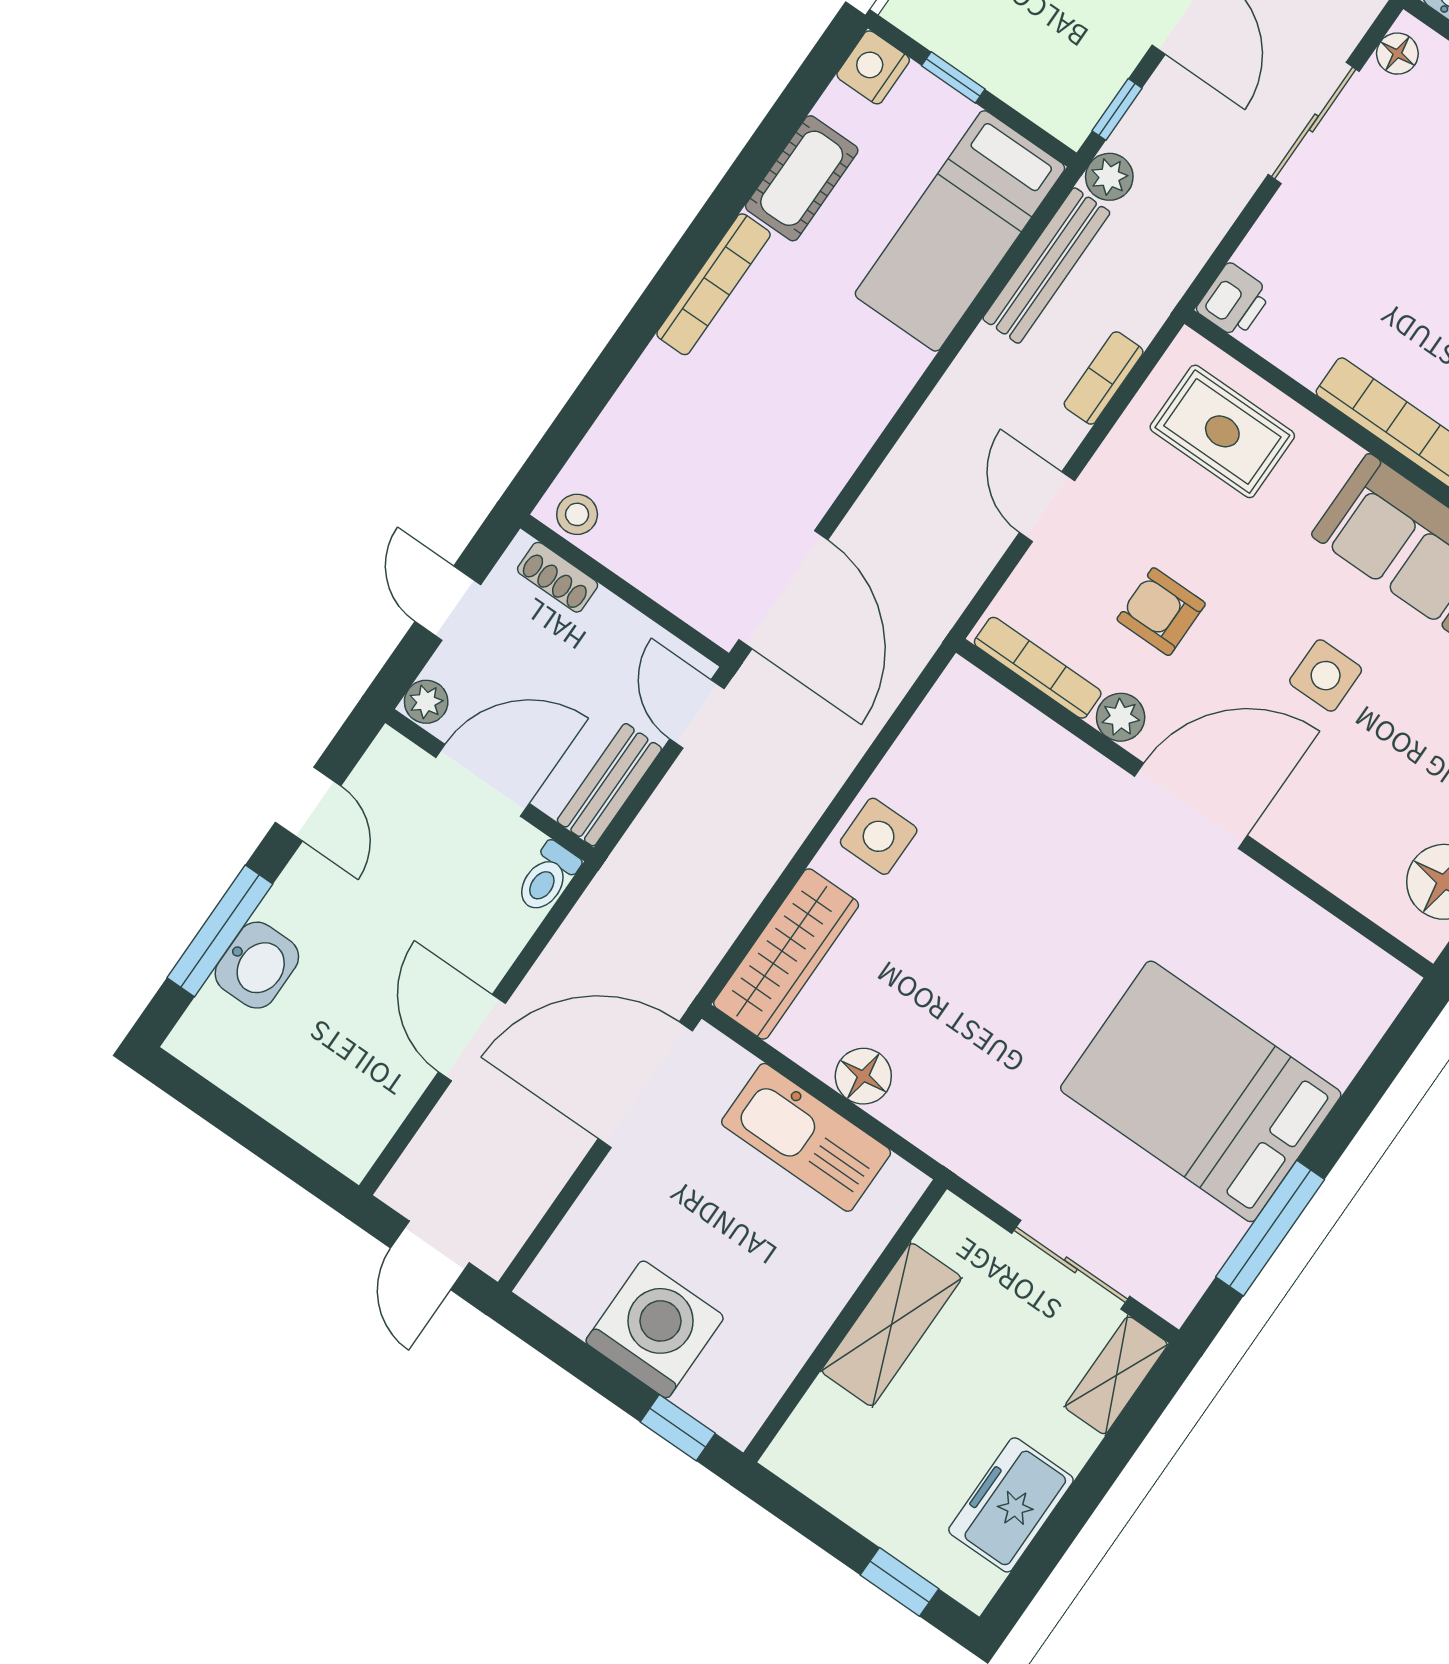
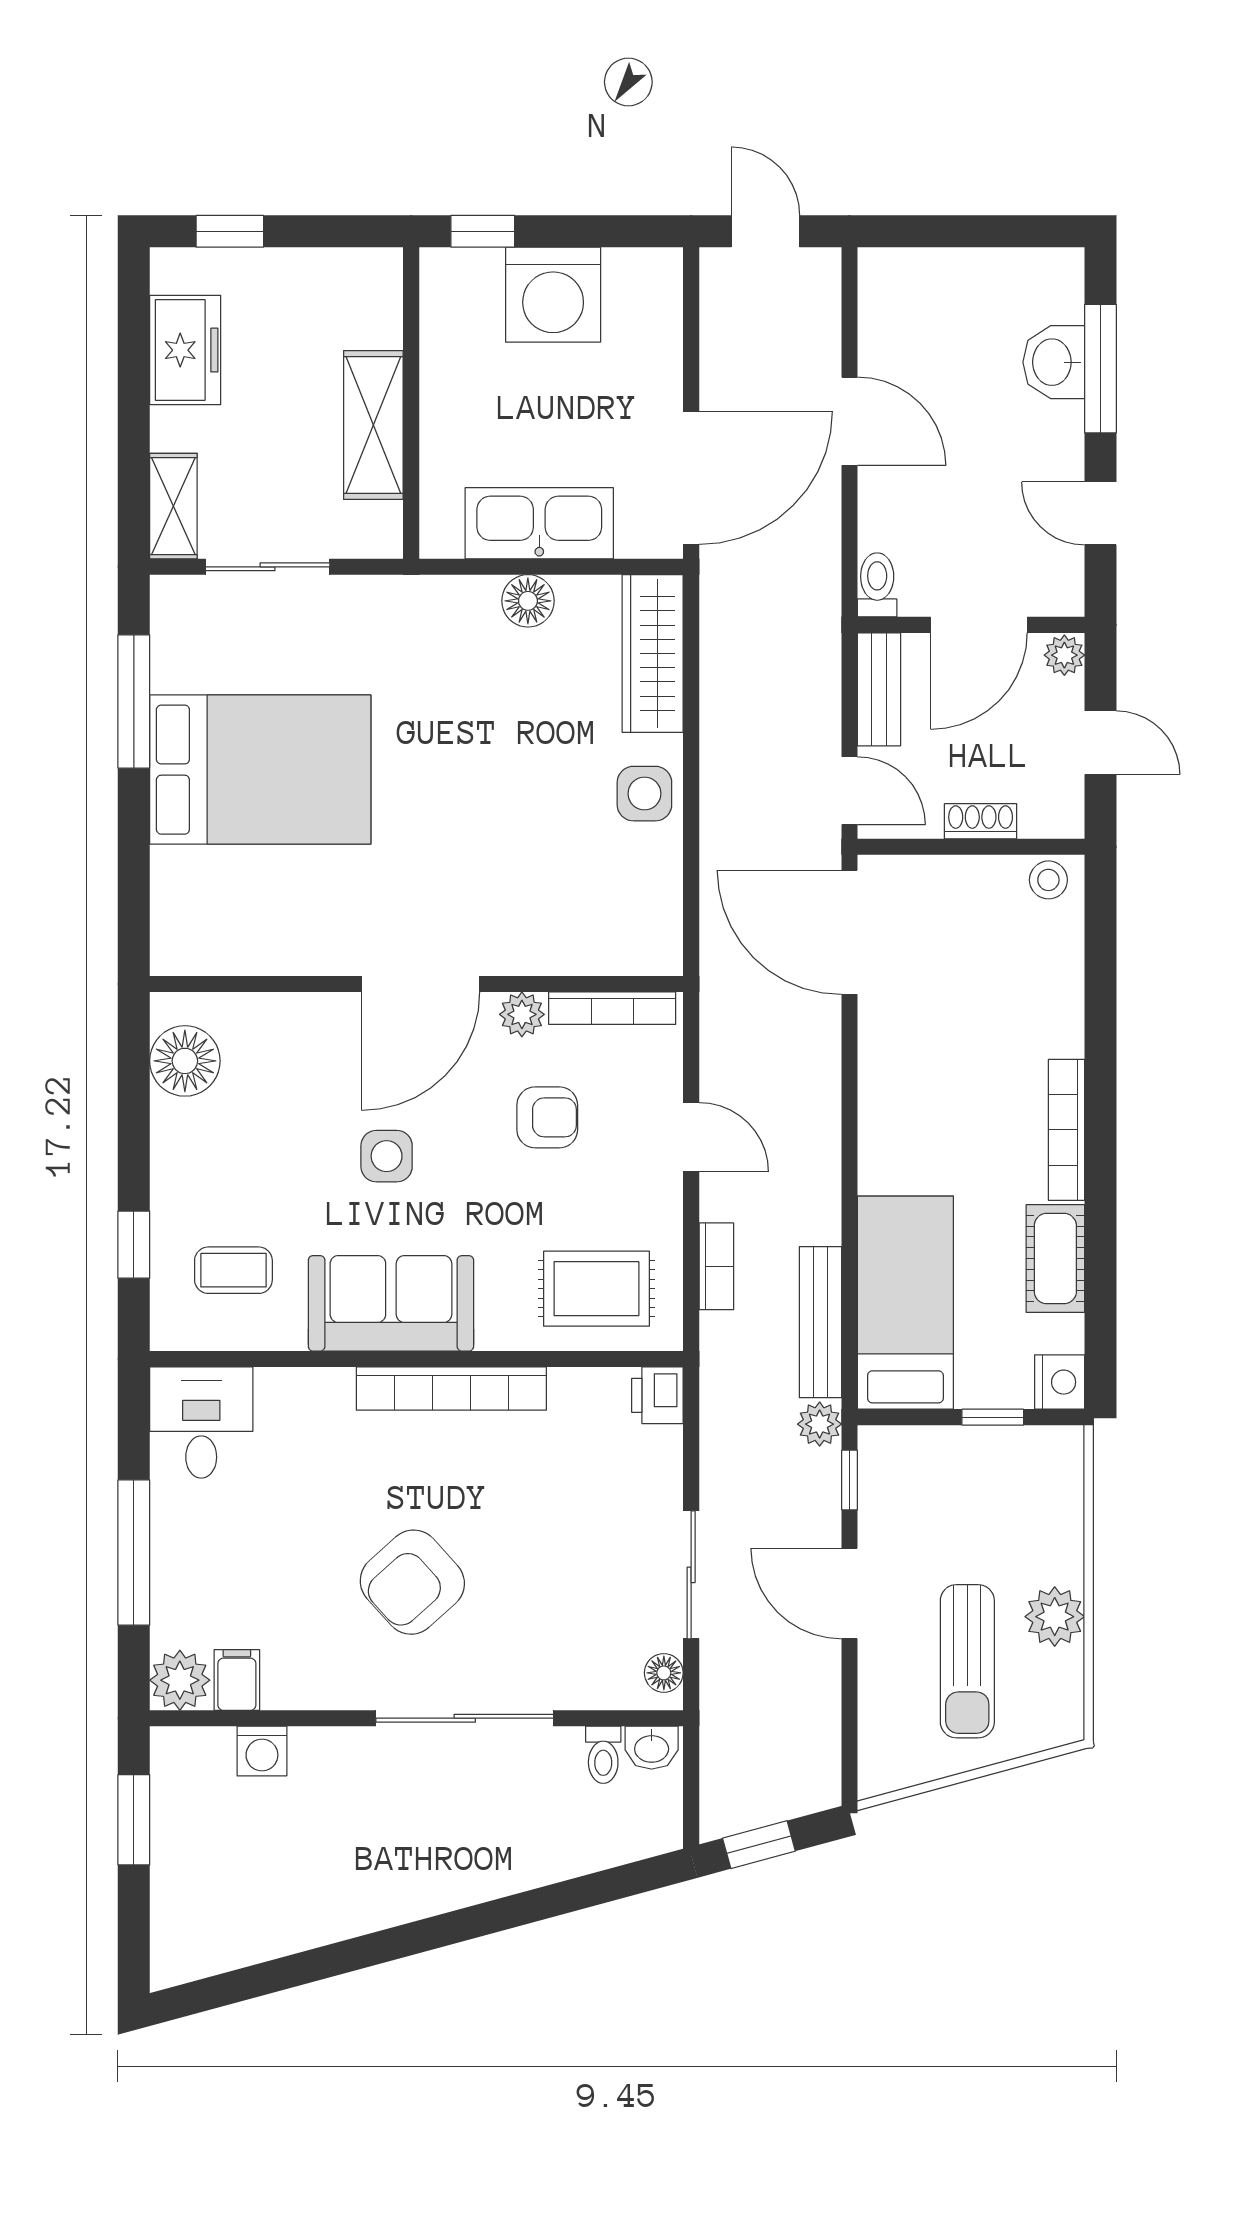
shoe rack: (558, 577) -> (981, 821), moved

